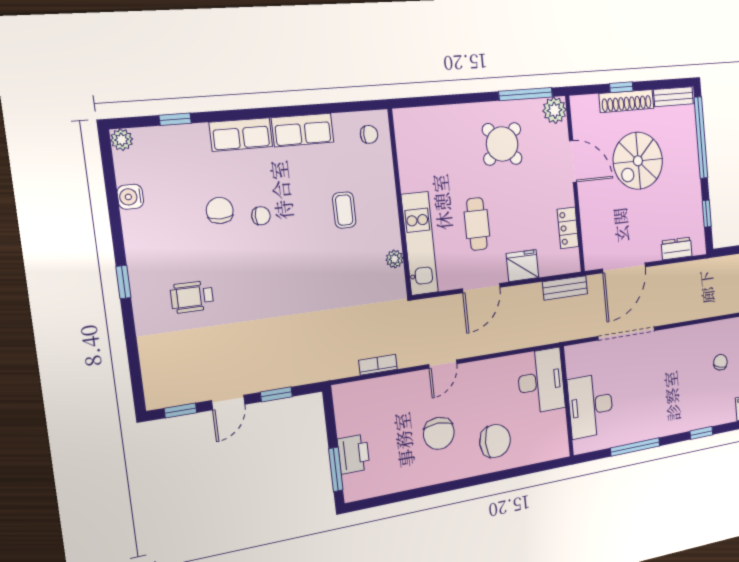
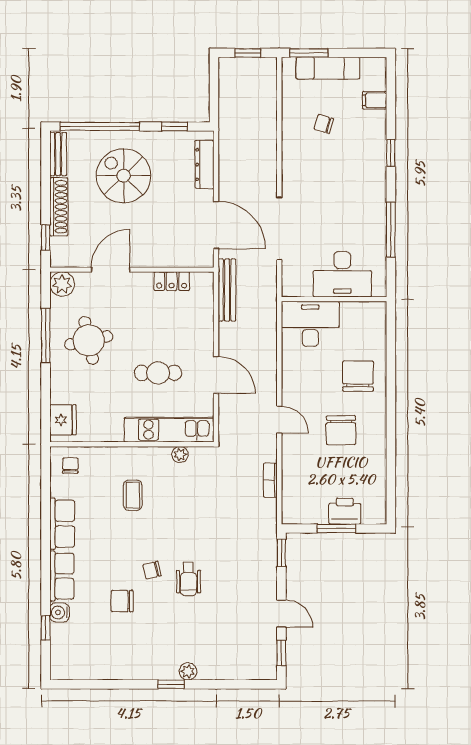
window: (621, 87) -> (46, 237), moved
window: (526, 94) -> (46, 336), moved
plant: (122, 140) -> (188, 671), moved
round table: (502, 144) -> (89, 340), turned 30
spiral stairs: (638, 161) -> (124, 176), moved, turned 180
water cooler: (130, 197) -> (59, 612), moved, turned 90
coffee table: (344, 210) -> (133, 495), turned 90
chair: (261, 216) -> (152, 570), moved, turned -103
dresser: (677, 249) -> (205, 164), width x1.44
fridge: (522, 266) -> (63, 420), moved, turned 180
bench: (565, 288) -> (227, 290), width x1.36
wheelchair: (192, 297) -> (189, 579), moved
window: (276, 394) -> (281, 553), moved
chair: (439, 433) -> (341, 430), turned 90
window: (336, 469) -> (336, 529), moved

